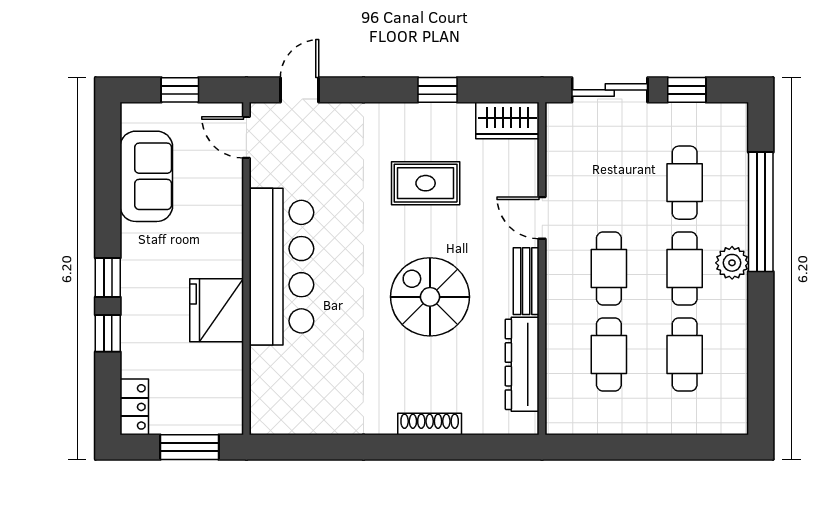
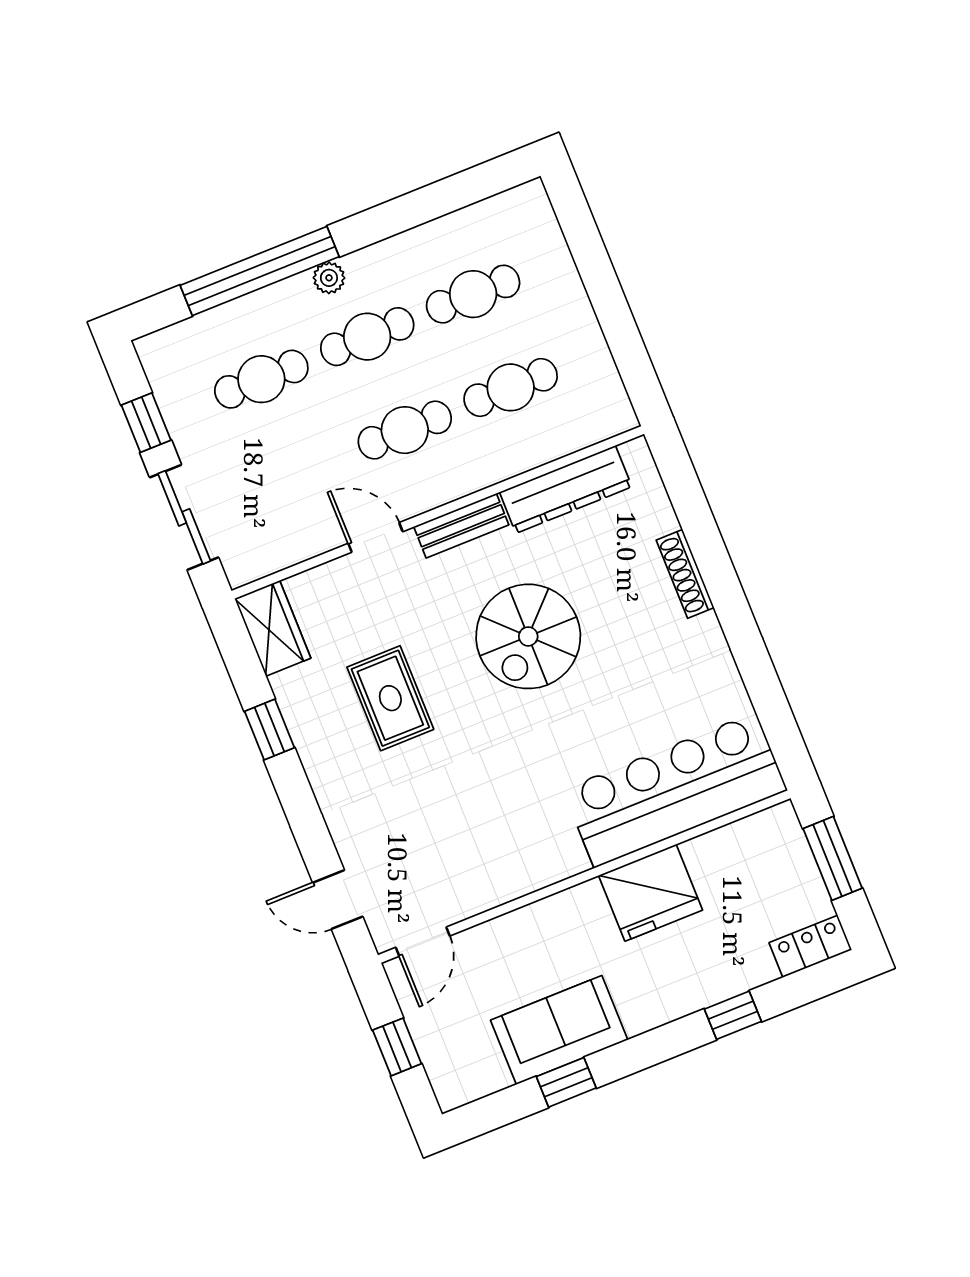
sofa: (146, 176) -> (559, 1030), moved
door: (542, 218) -> (375, 537), swing flipped
plant: (732, 263) -> (329, 278), width x0.73, depth x0.73
bar counter: (281, 267) -> (675, 790), moved
window: (108, 277) -> (566, 1082), moved

